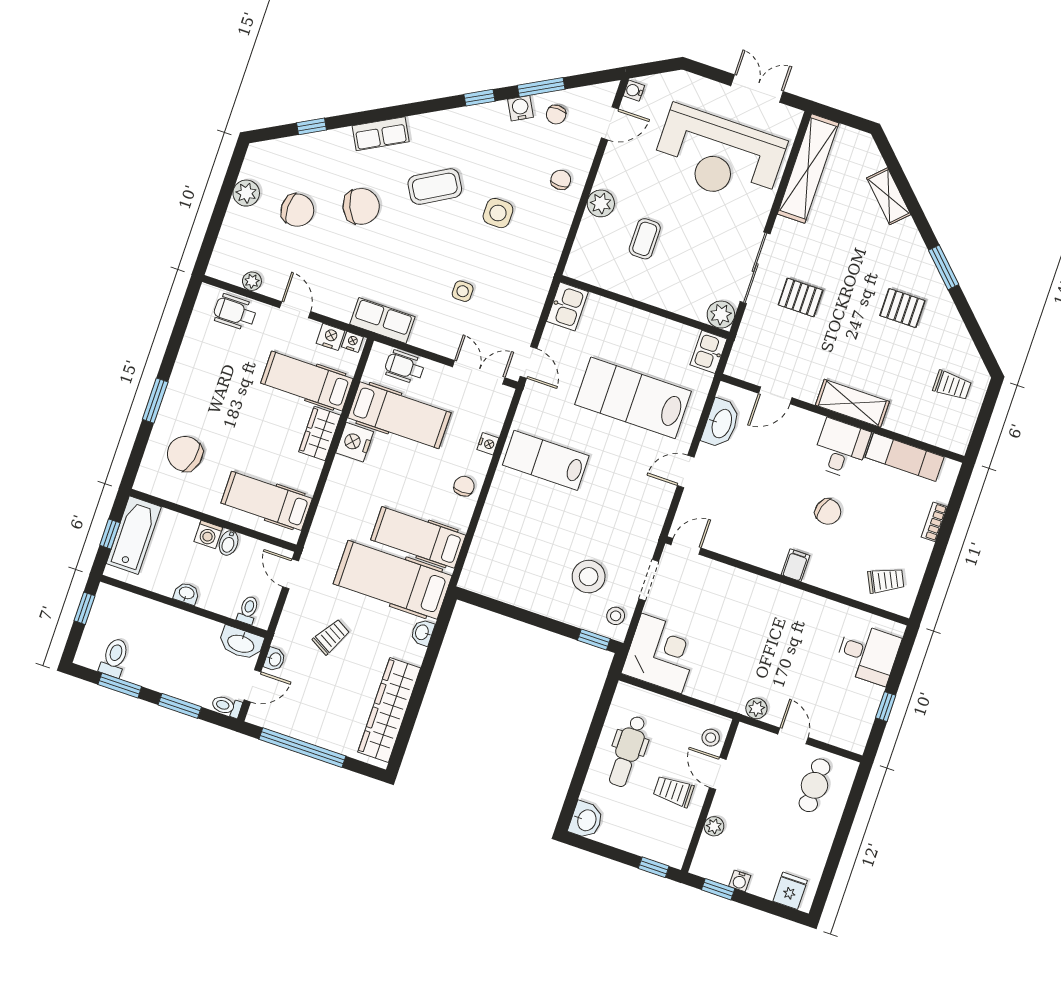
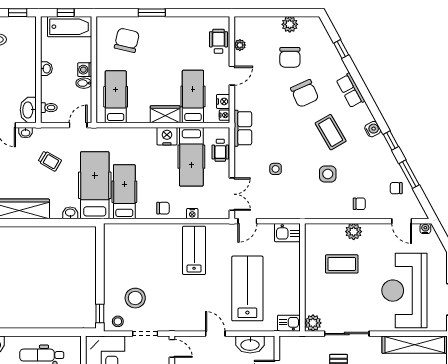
water cooler: (520, 108) -> (373, 129), moved
coffee table: (645, 239) -> (342, 264), width x1.36, depth x1.30
wheelchair: (405, 367) -> (220, 150), turned 180

